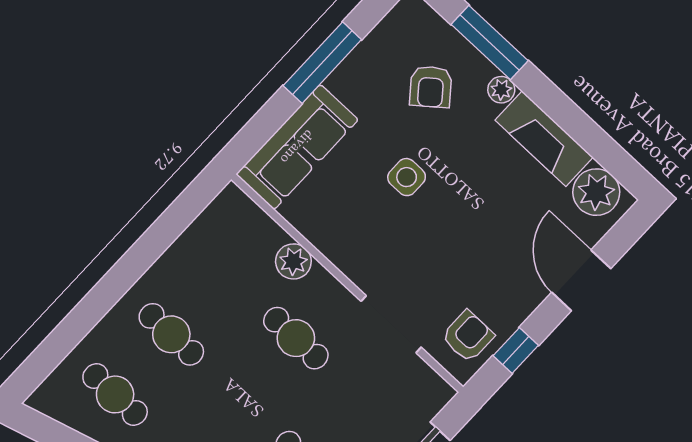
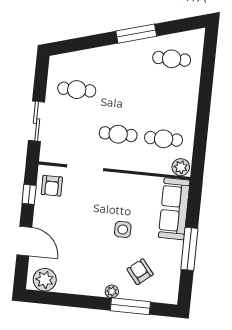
fireplace: (544, 139) -> (81, 285), removed
plant: (293, 261) -> (181, 167), moved
cafe table: (171, 334) -> (164, 139), moved

